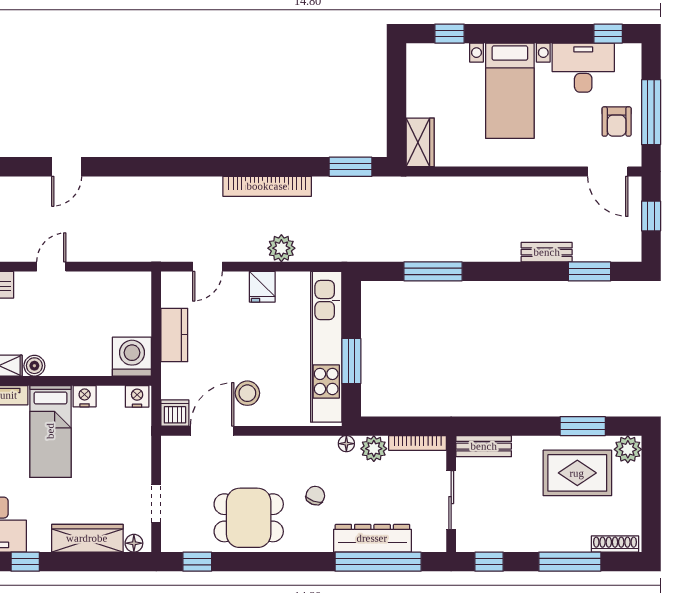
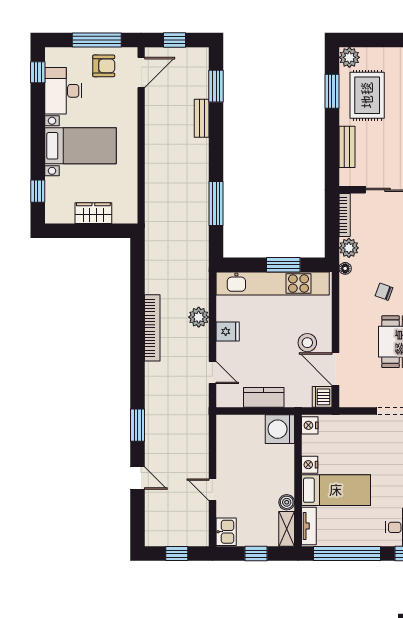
wardrobe: (420, 142) -> (93, 213), moved
window: (351, 167) -> (138, 425), moved
bench: (484, 446) -> (347, 147), moved

